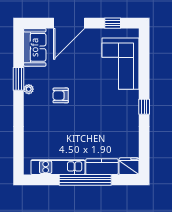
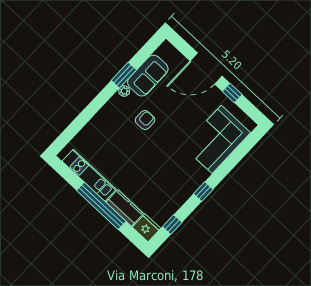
window: (113, 23) -> (232, 93), moved
sofa: (35, 47) -> (148, 76), moved
armchair: (61, 95) -> (145, 120), turned 90
window: (144, 148) -> (172, 225), added

